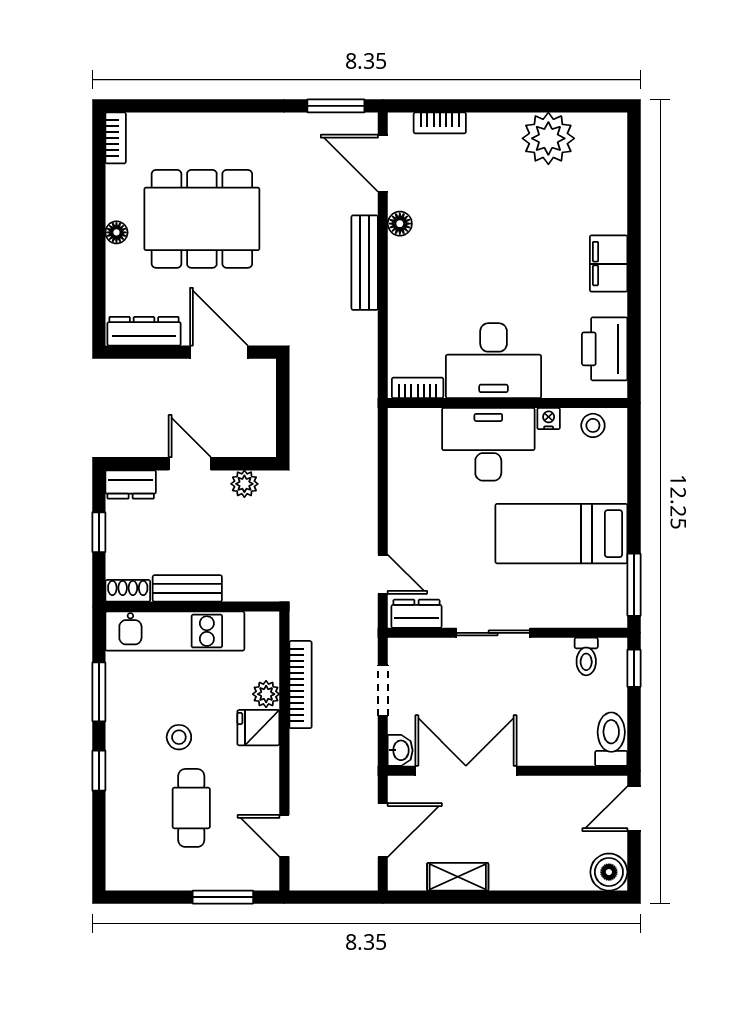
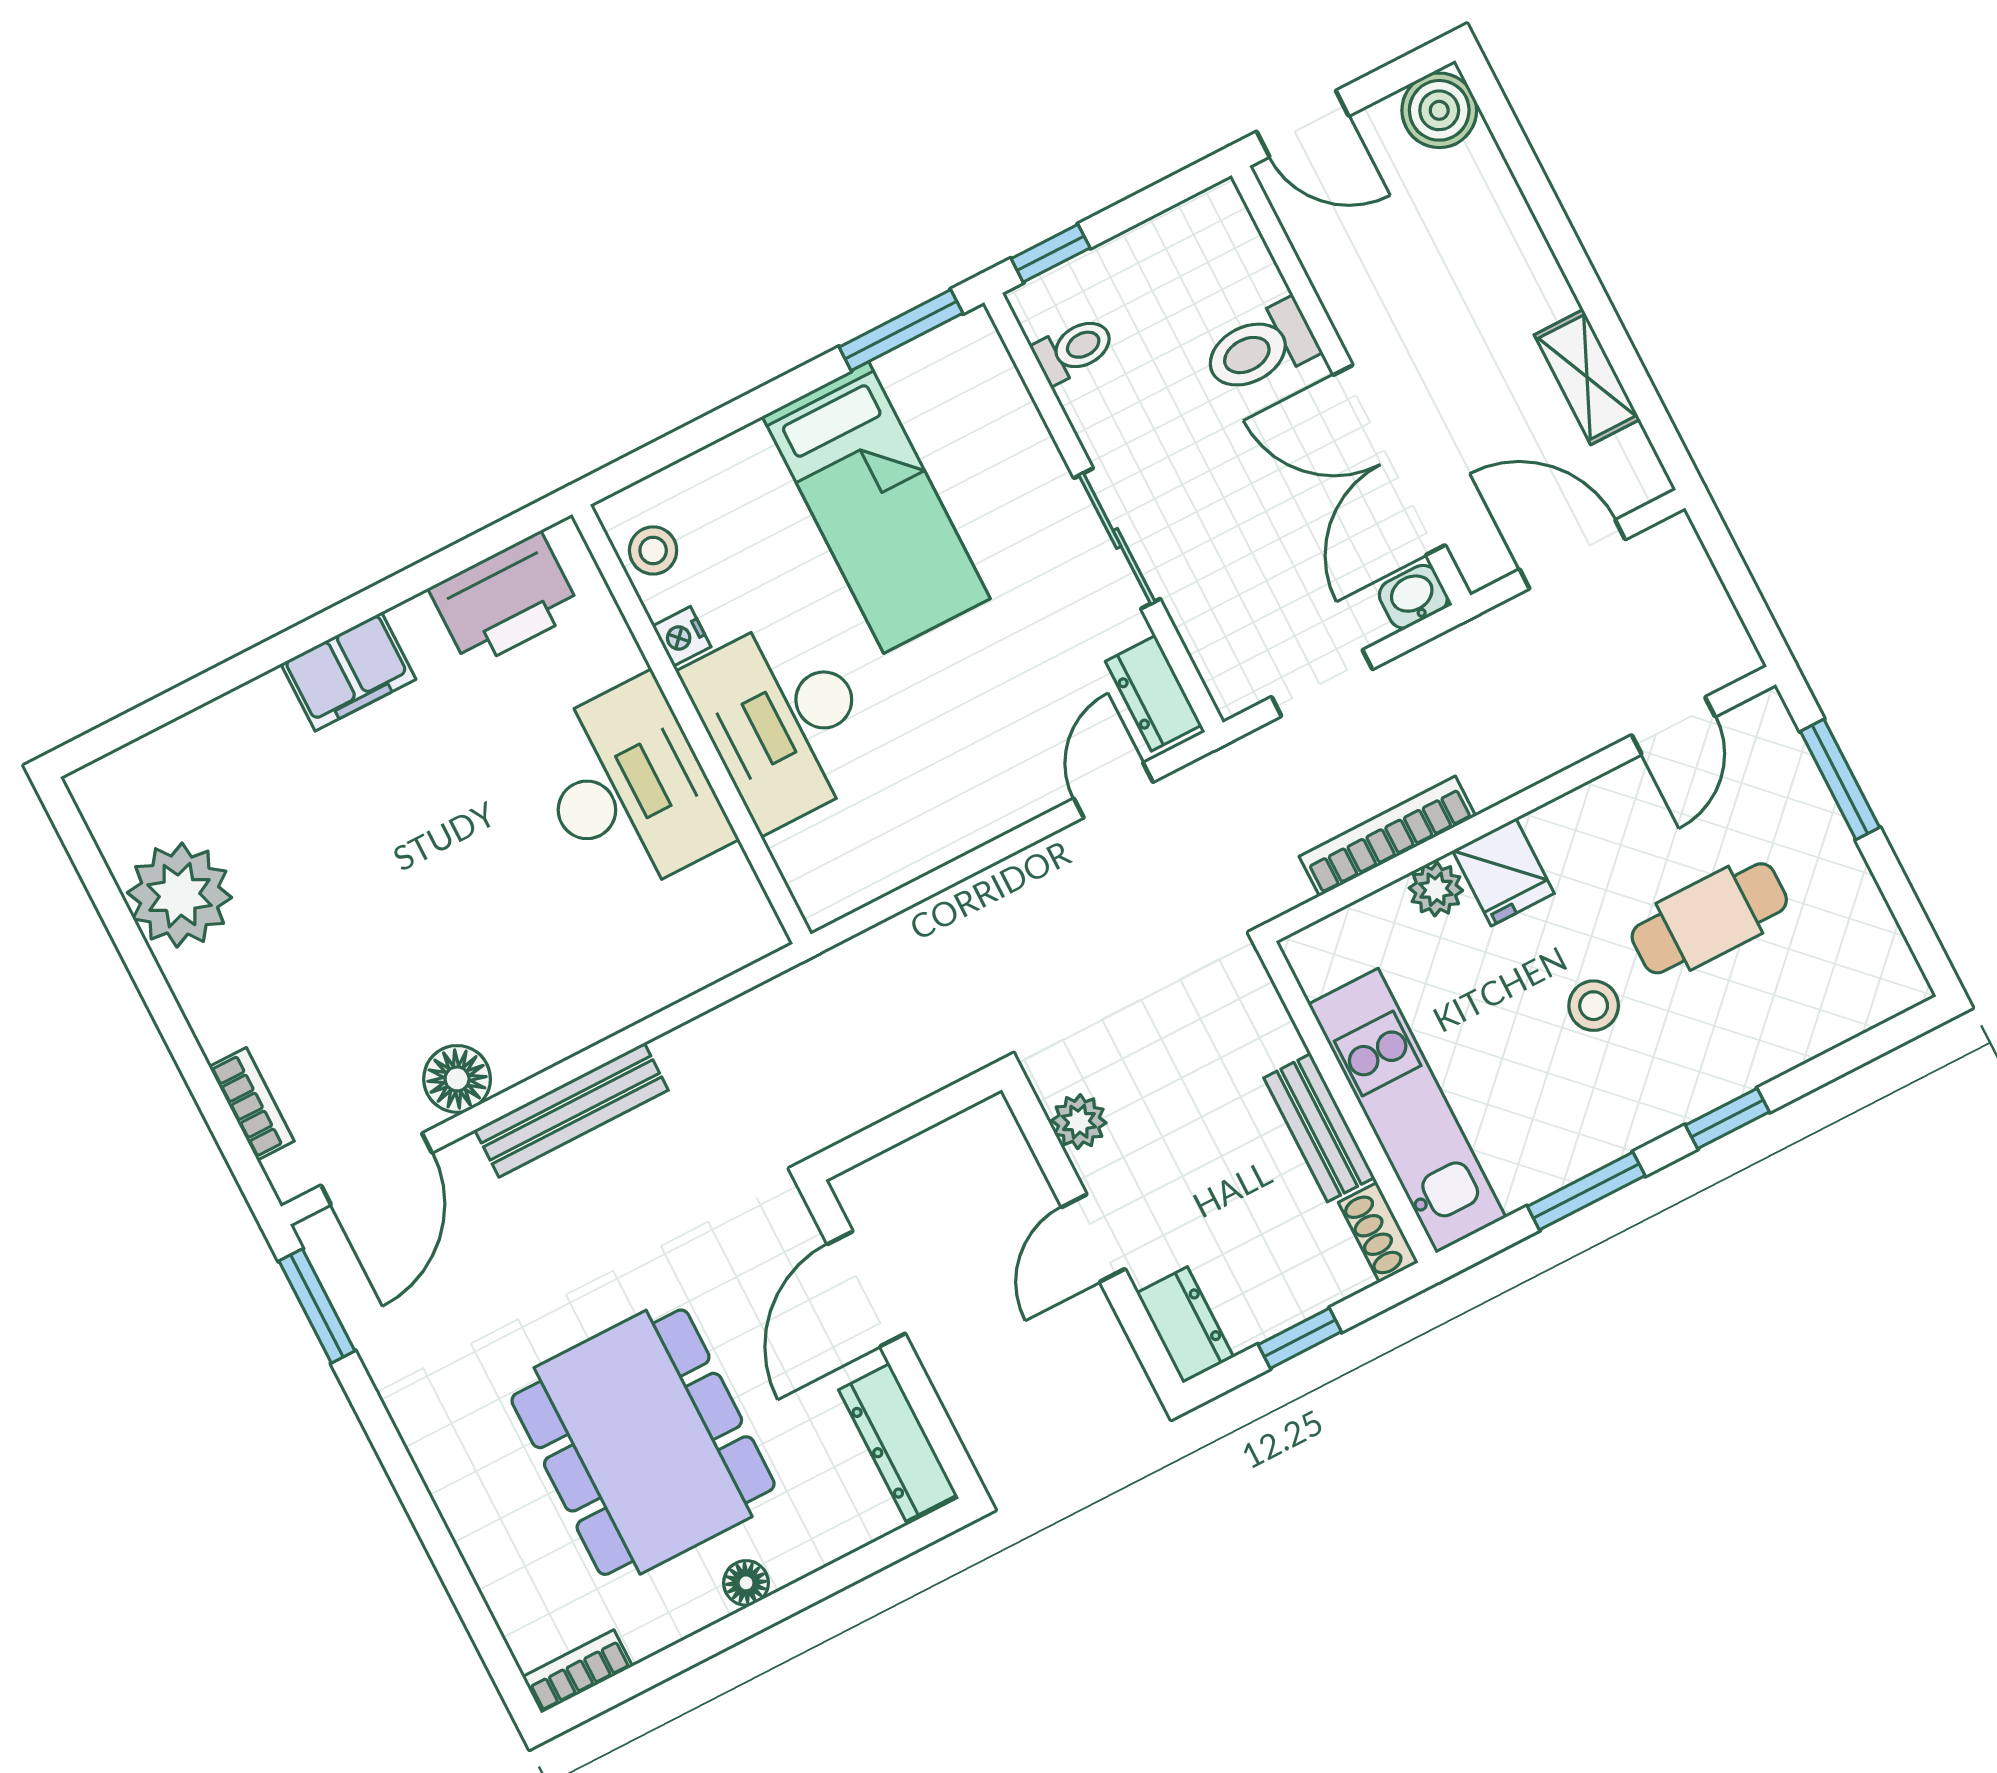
floor lamp: (400, 224) -> (457, 1079), width x1.37, depth x1.37
bookcase: (418, 388) -> (747, 900), removed
toilet: (611, 739) -> (1260, 348), moved

